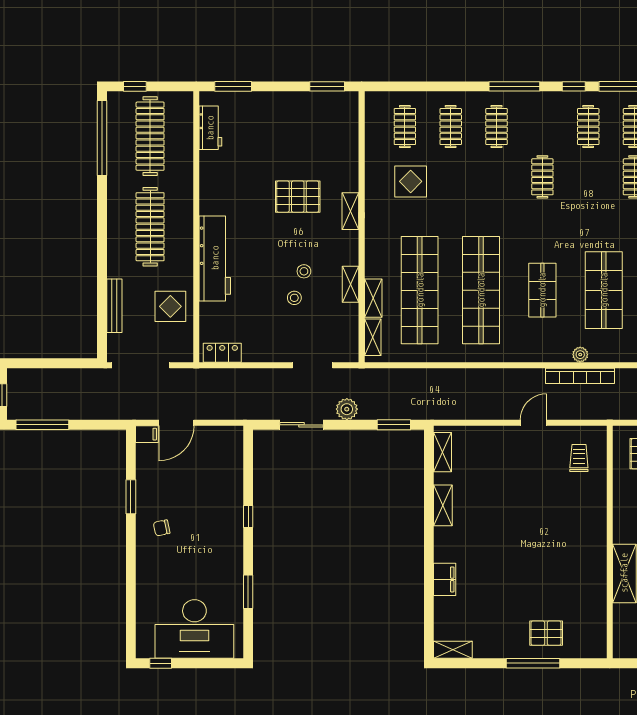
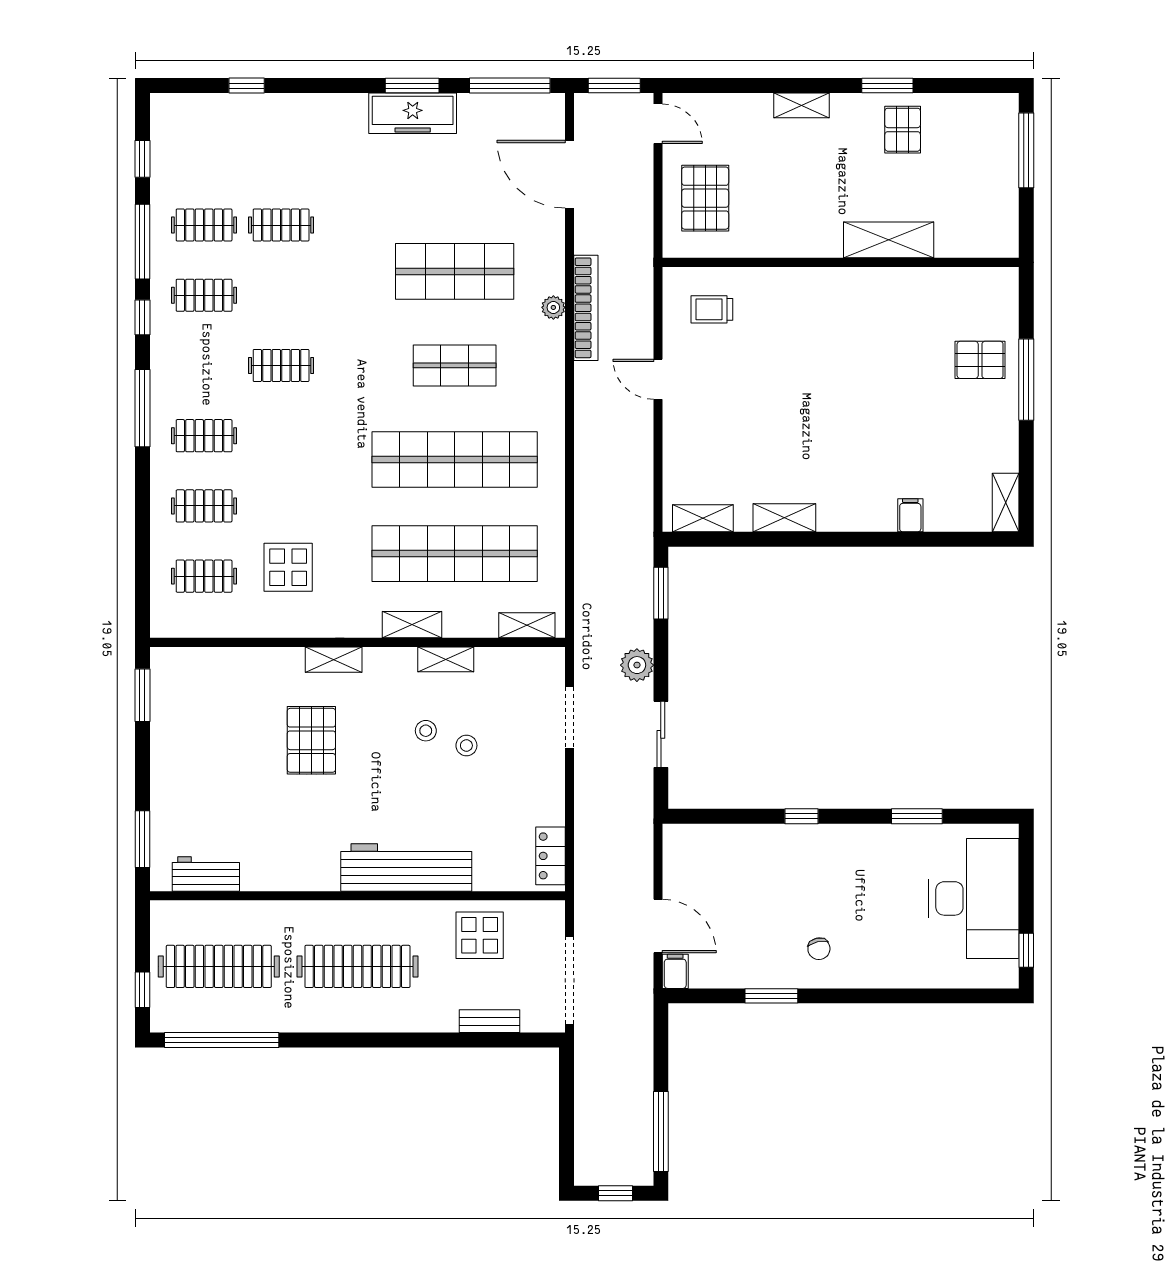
shelving: (373, 298) -> (412, 625), moved
bench: (114, 306) -> (490, 1021), width x0.73
filing cabinet: (445, 579) -> (910, 515), width x0.50
pallet: (546, 633) -> (980, 360), turned 90

